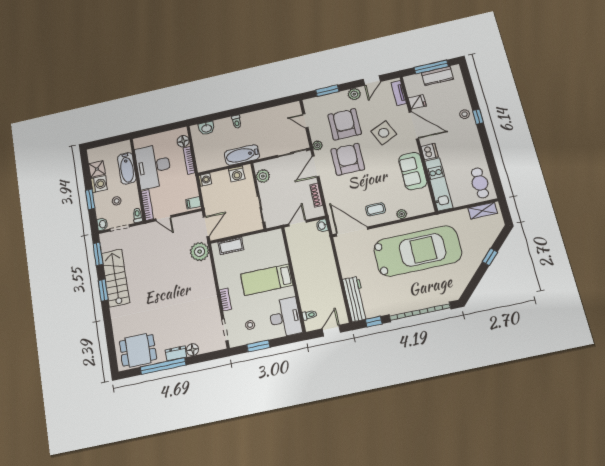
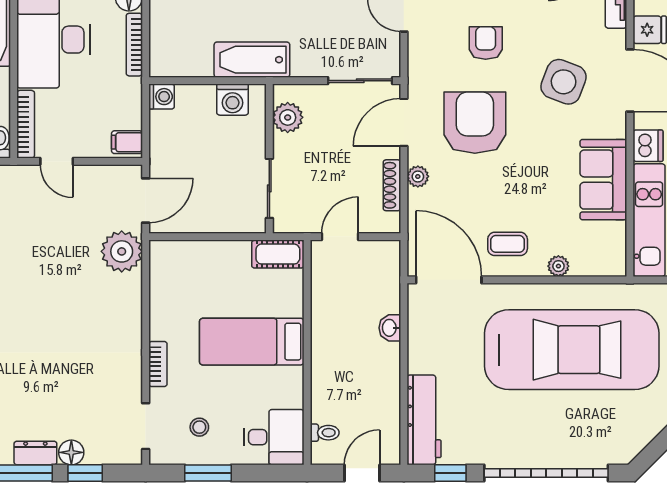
armchair: (345, 124) -> (486, 43), width x0.53, depth x0.53
side table: (384, 133) -> (564, 82), turned 45
plant: (317, 145) -> (418, 176), moved
washbasin: (322, 226) -> (390, 328), moved
cot: (231, 246) -> (278, 254), moved
desk: (285, 317) -> (274, 437), width x0.73
window: (201, 358) -> (85, 473), added

